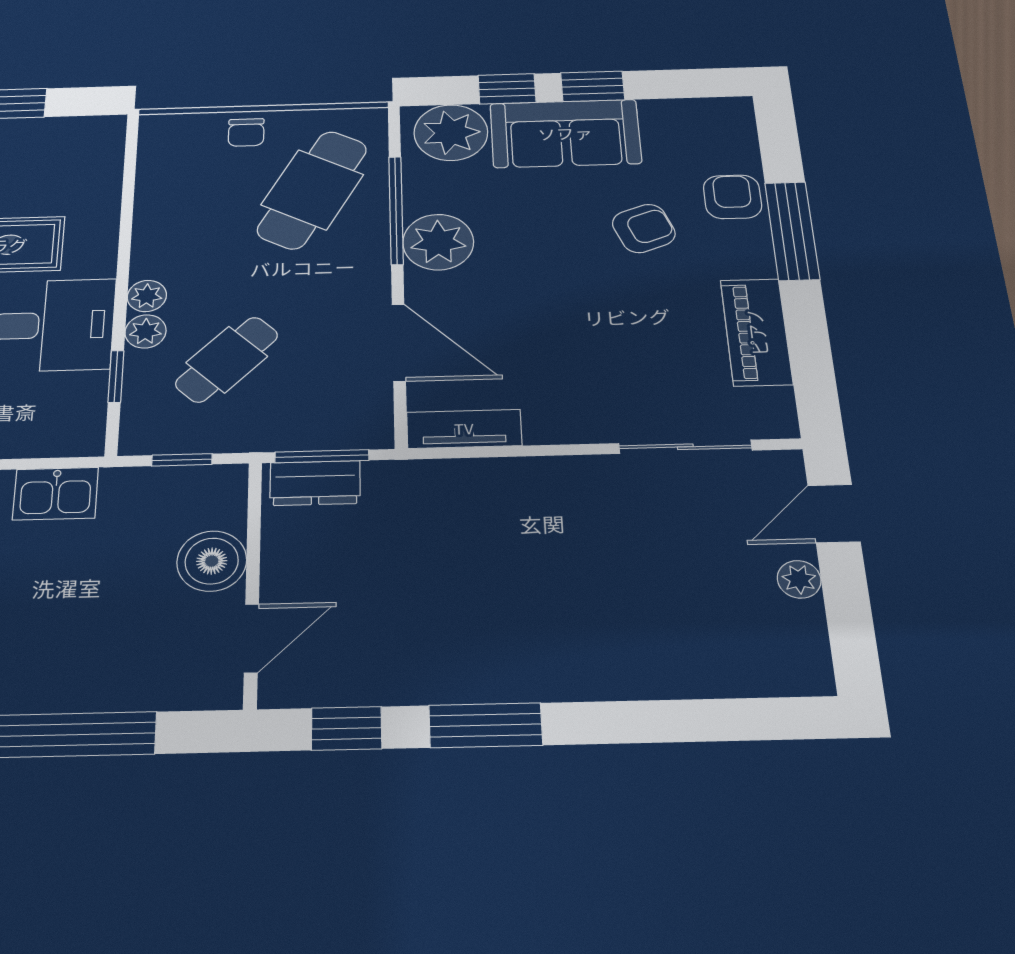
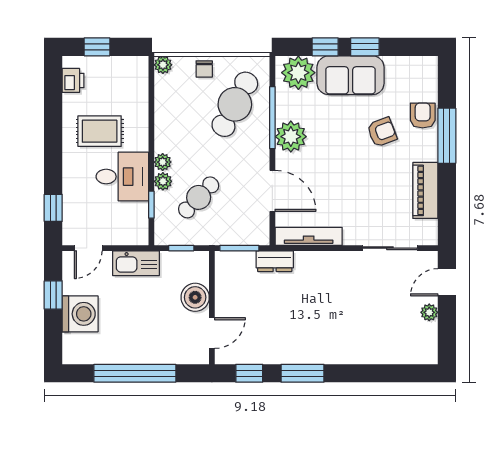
plant: (157, 128) -> (163, 65), added
tv unit: (464, 429) -> (309, 236), width x1.41
dresser: (315, 483) -> (275, 261), moved
kitchen sink: (56, 494) -> (136, 263), width x1.38

